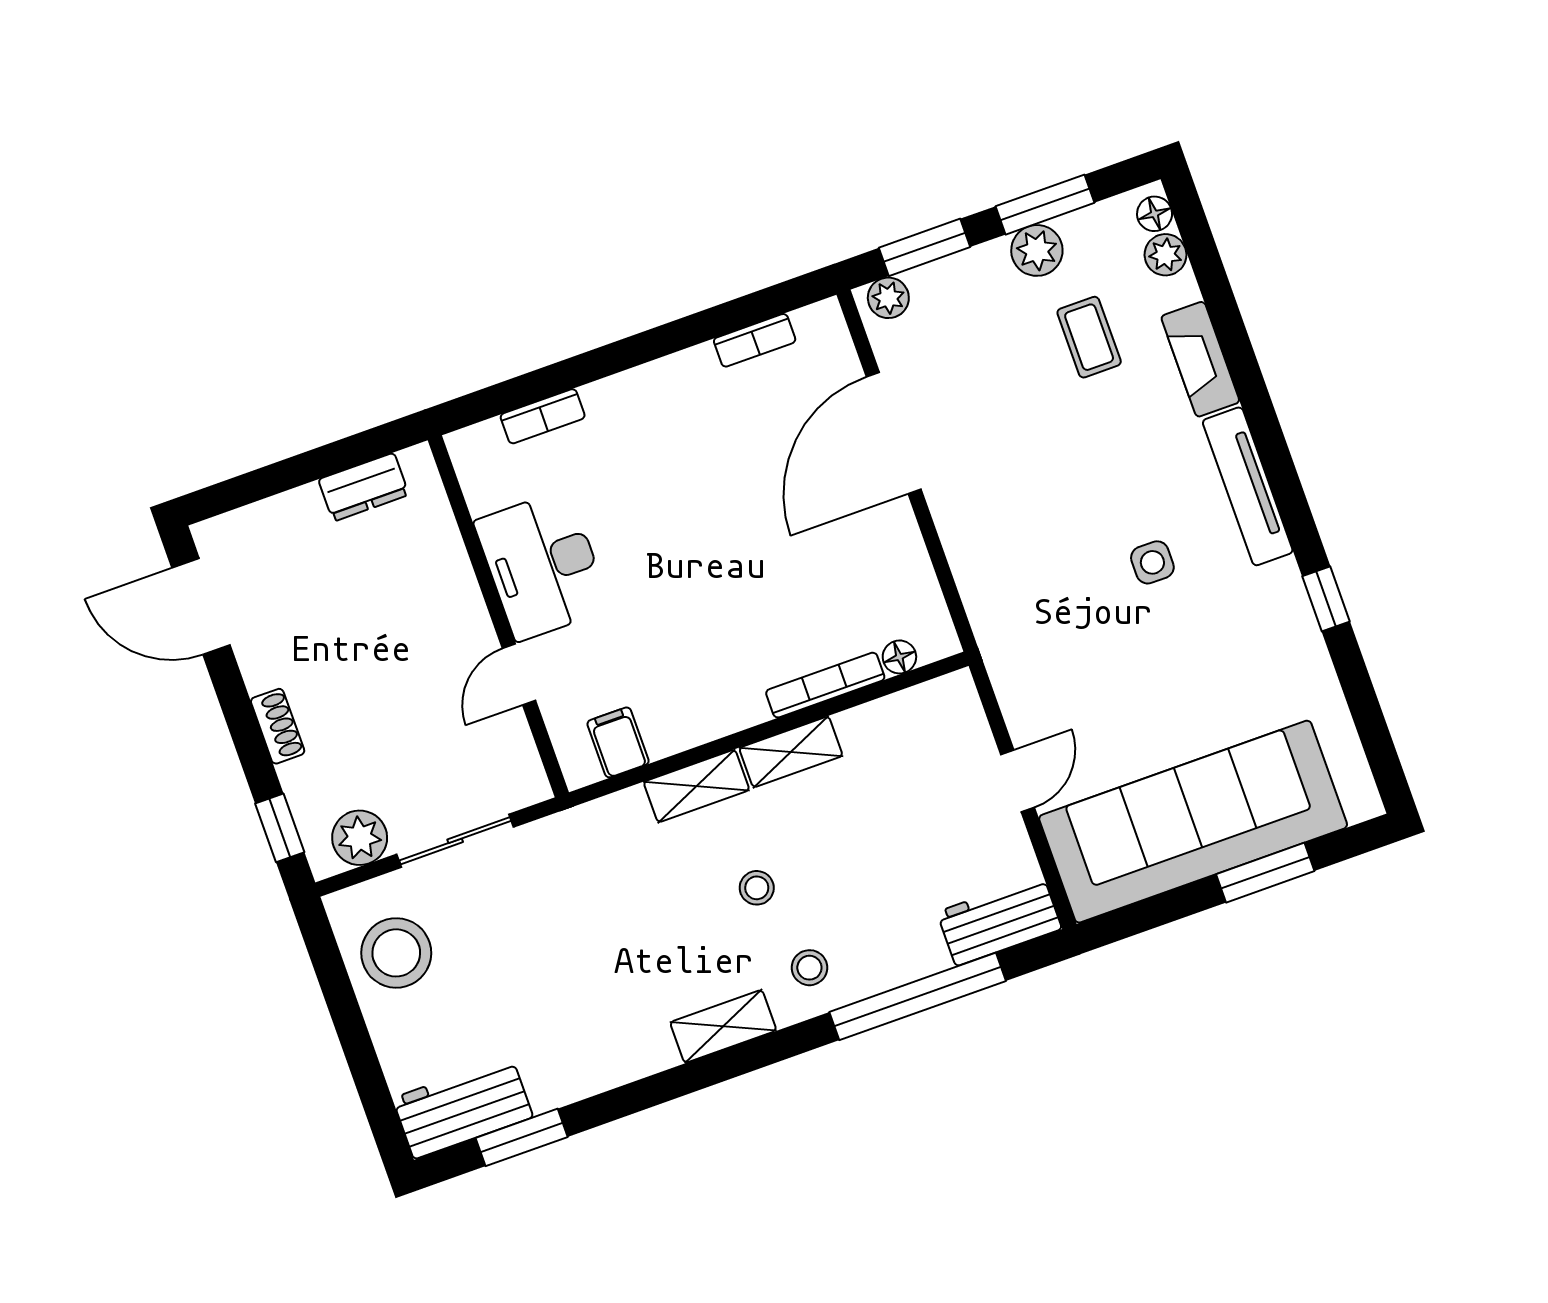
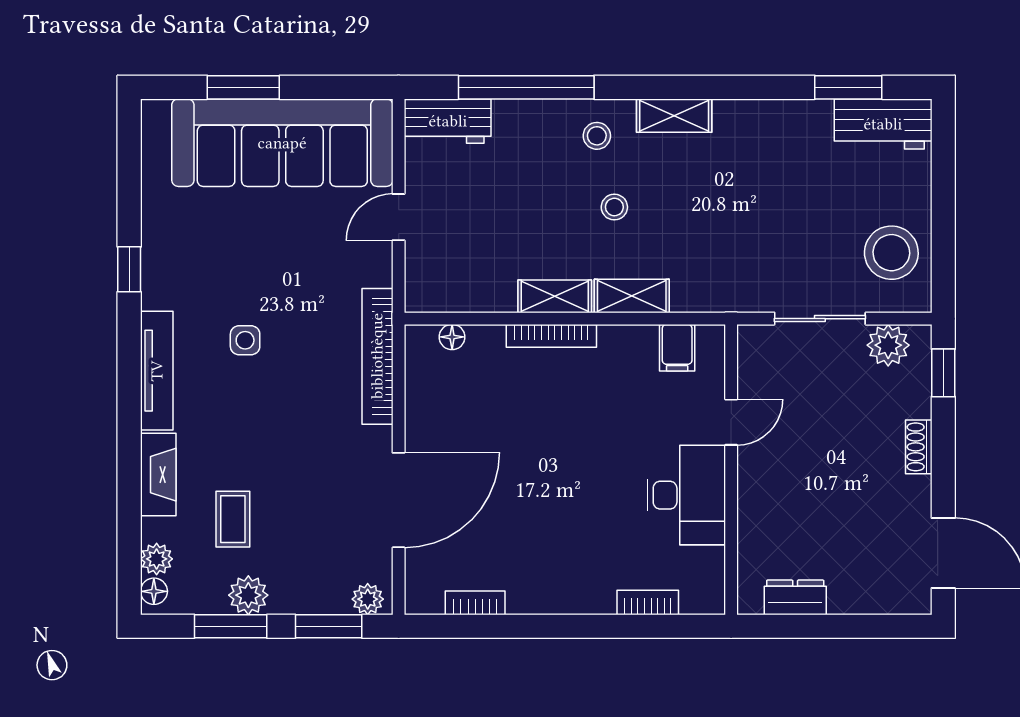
bookcase: (983, 600) -> (377, 356), added
bookcase: (825, 685) -> (551, 336), moved

